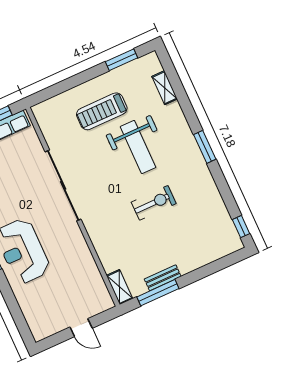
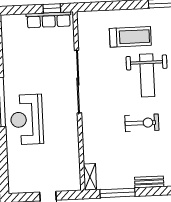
treadmill: (102, 111) -> (130, 37), turned 180
bench: (163, 278) -> (149, 182), moved

